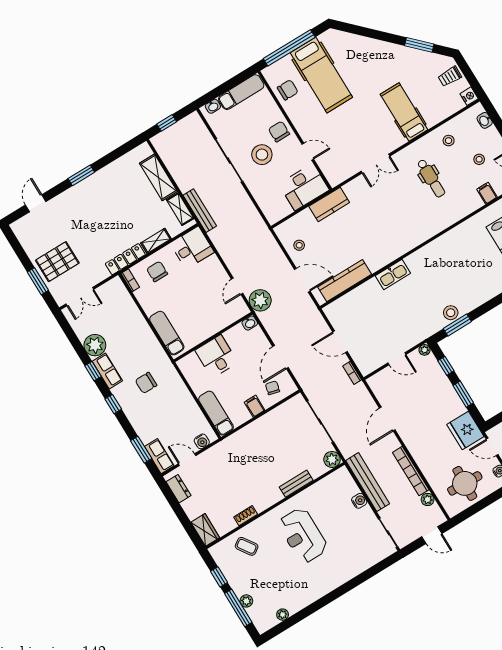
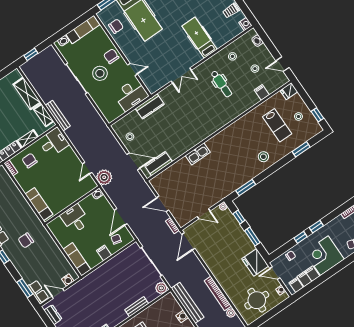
kitchen counter: (345, 281) -> (158, 164), width x0.67
stool: (451, 313) -> (263, 157), moved
door: (387, 419) -> (188, 241), moved

